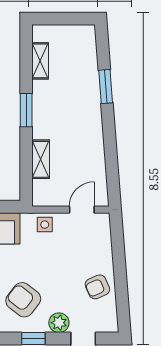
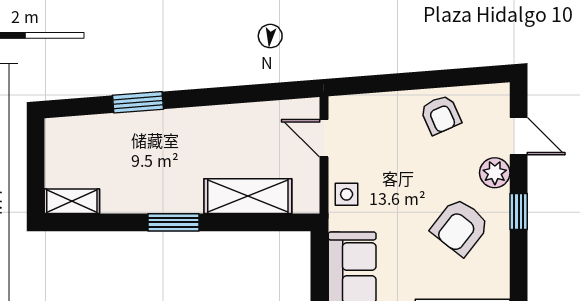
shelving: (40, 61) -> (72, 201), moved
shelving: (41, 159) -> (248, 196), width x1.50, depth x1.33

